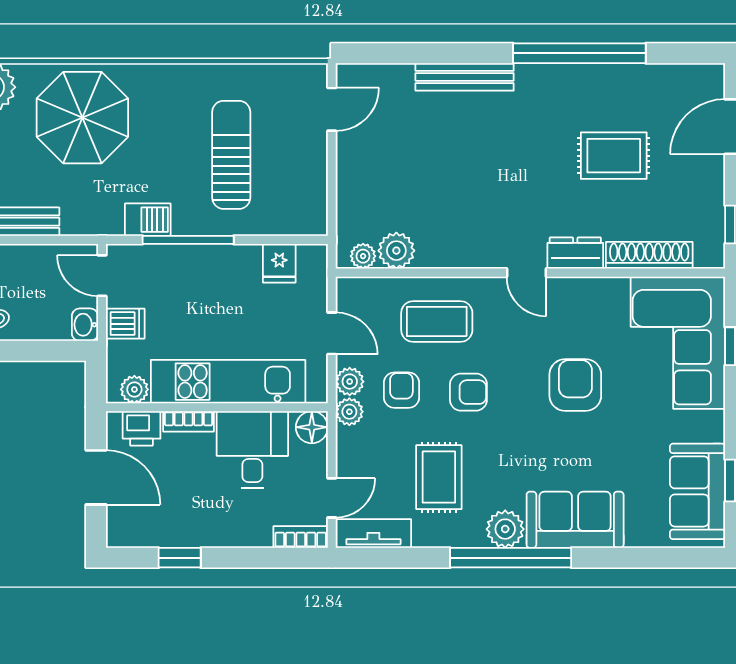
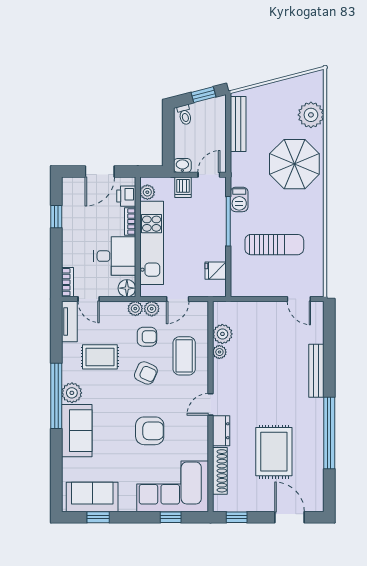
rug: (614, 156) -> (274, 452), width x1.36, depth x1.43
plant: (363, 256) -> (219, 352), moved
armchair: (468, 392) -> (146, 373), turned -66

